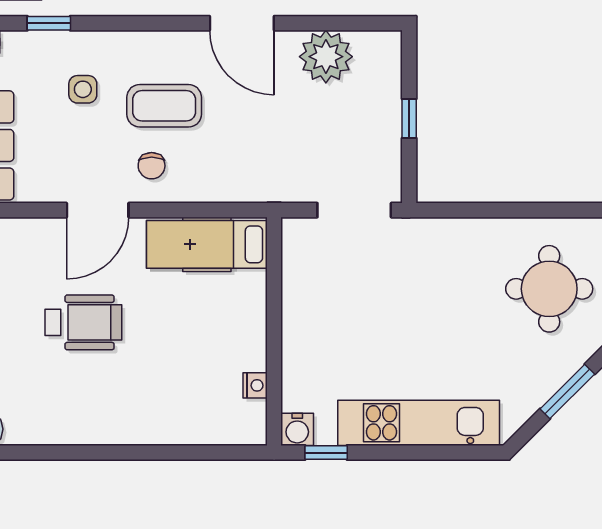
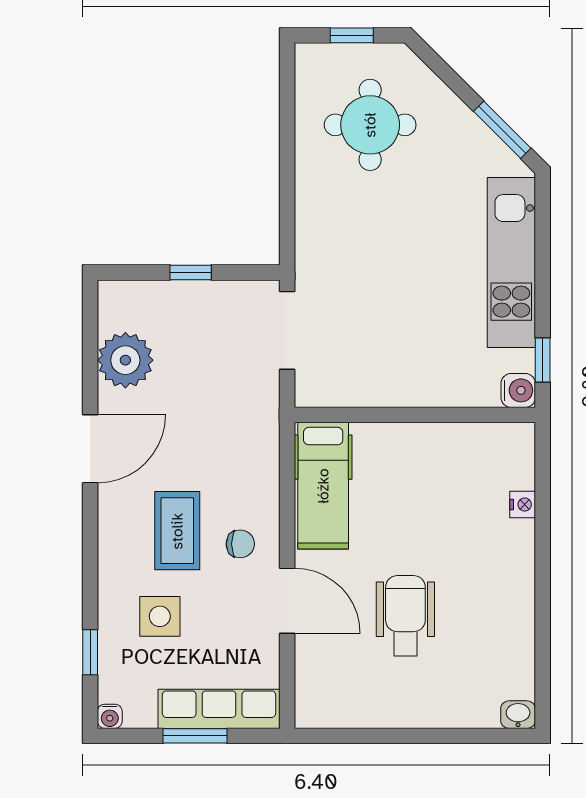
side table: (83, 89) -> (160, 616), width x1.37, depth x1.37
nightstand: (255, 385) -> (523, 505), moved, turned 90
window: (567, 391) -> (502, 130), moved

